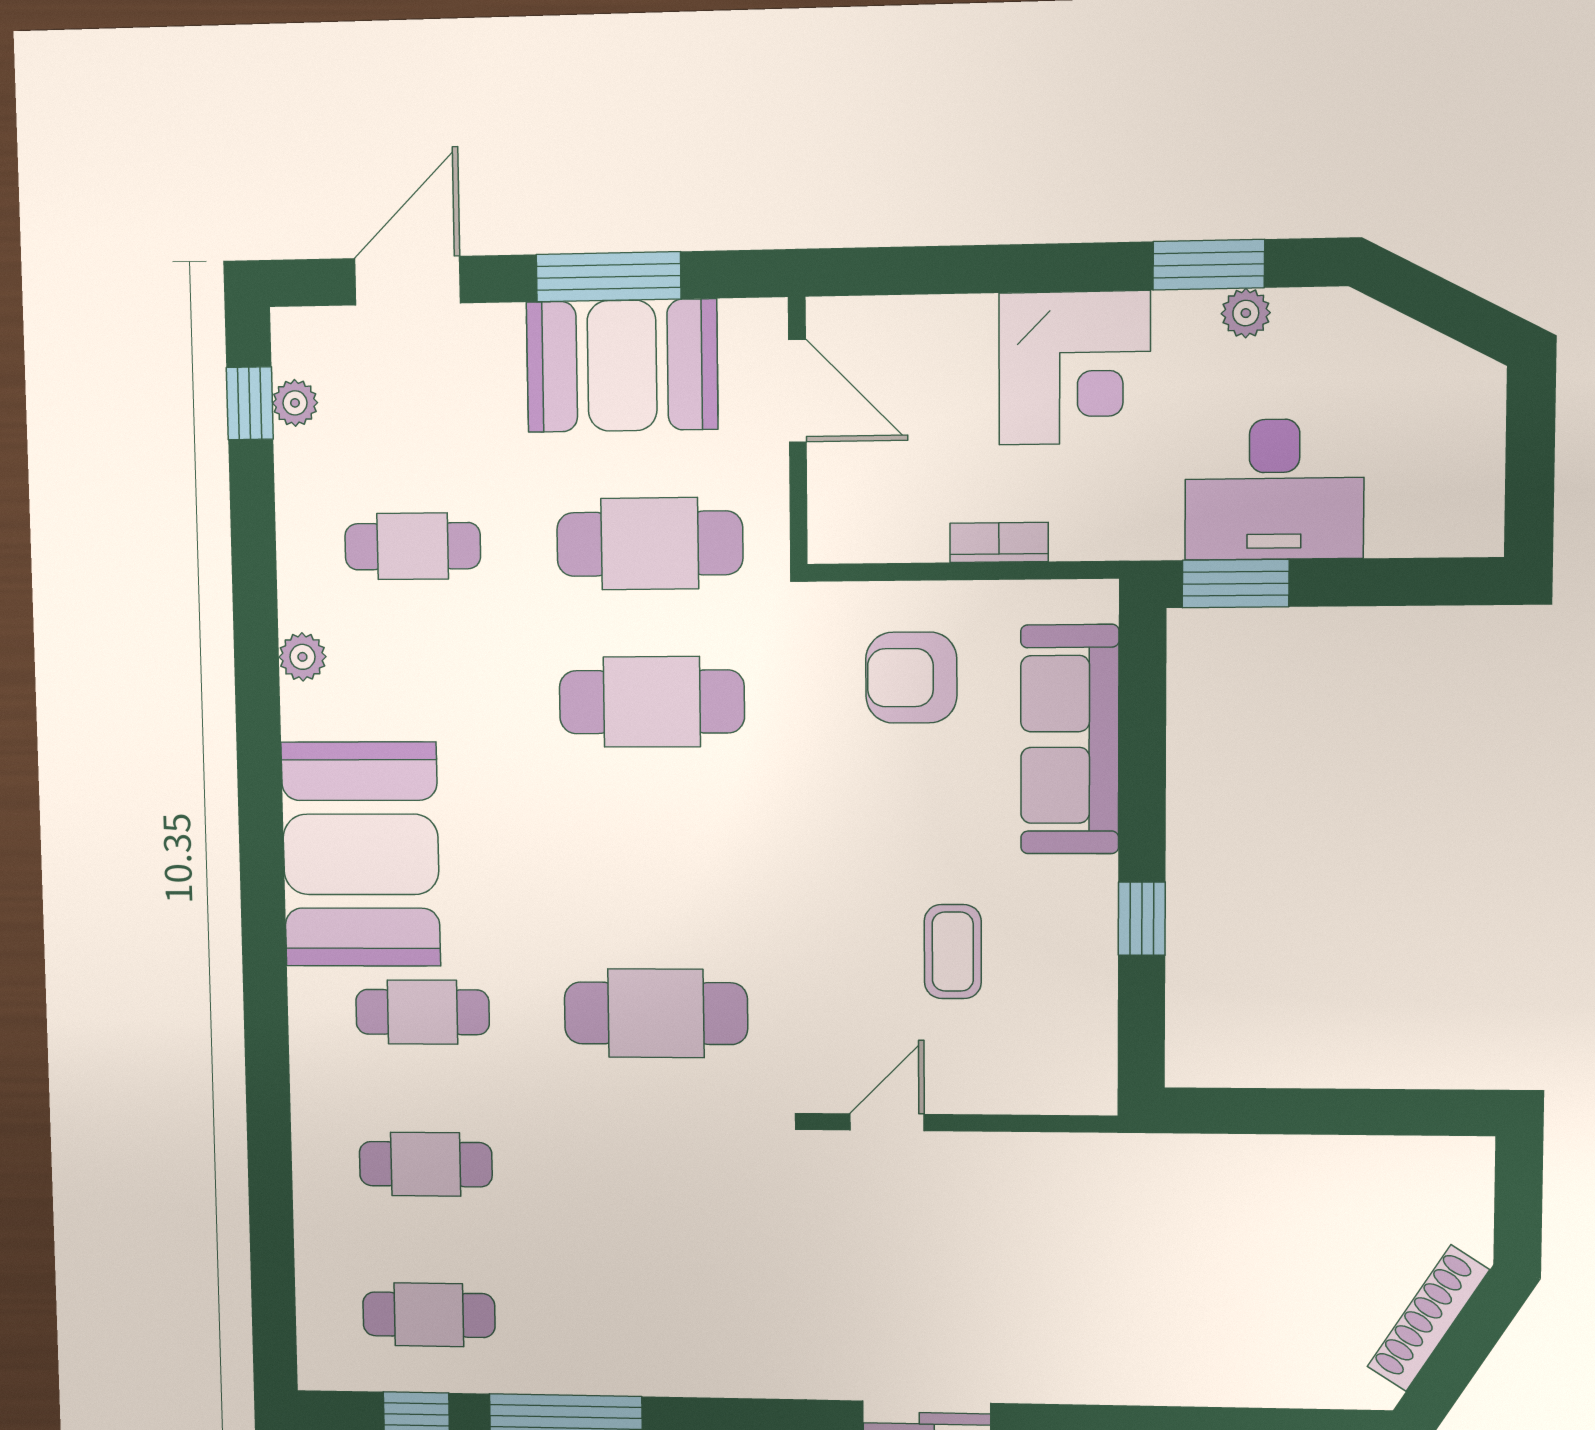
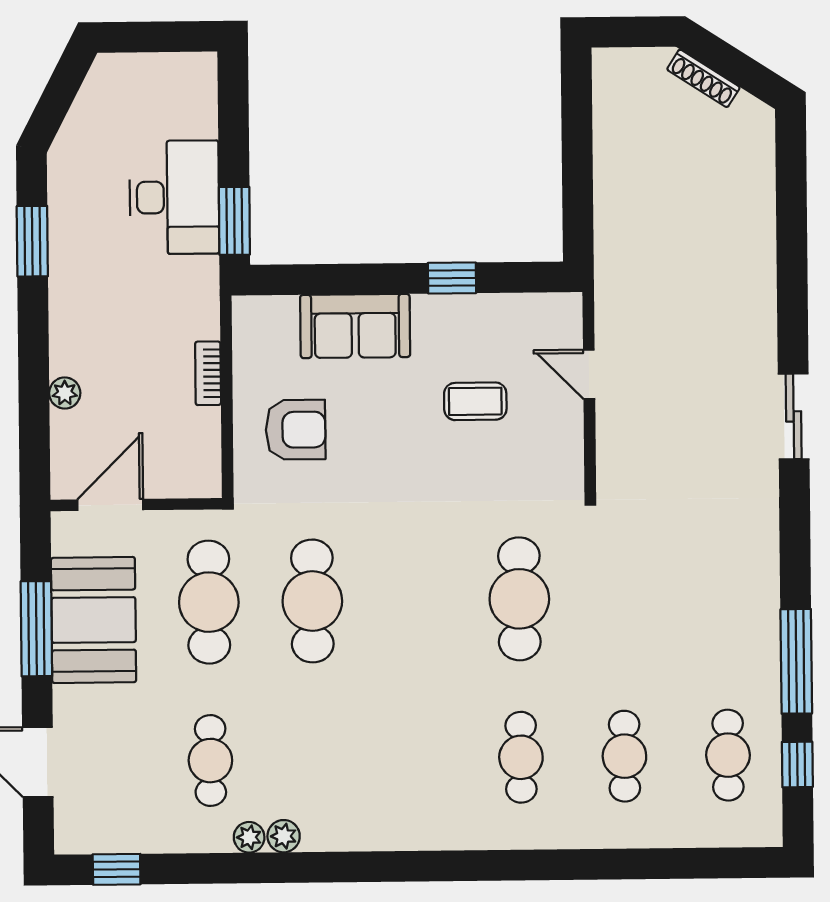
plant: (1246, 313) -> (65, 393), moved
corner desk: (1075, 368) -> (97, 326), removed
plant: (295, 403) -> (249, 837), moved
armchair: (911, 678) -> (296, 430), turned -90
sofa: (1070, 739) -> (355, 326), width x0.73
booth: (361, 854) -> (415, 798), removed
door: (887, 1122) -> (589, 374), moved
shoe rack: (1428, 1318) -> (703, 78), width x0.74, depth x0.81

